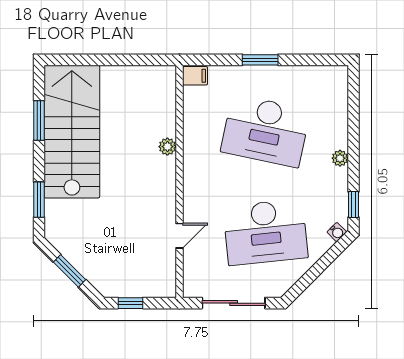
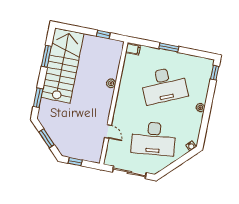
window: (135, 60) -> (103, 34), added
desk: (265, 131) -> (164, 85), turned -36
window: (353, 204) -> (215, 73), moved
door: (179, 236) -> (108, 131), hinge flipped

